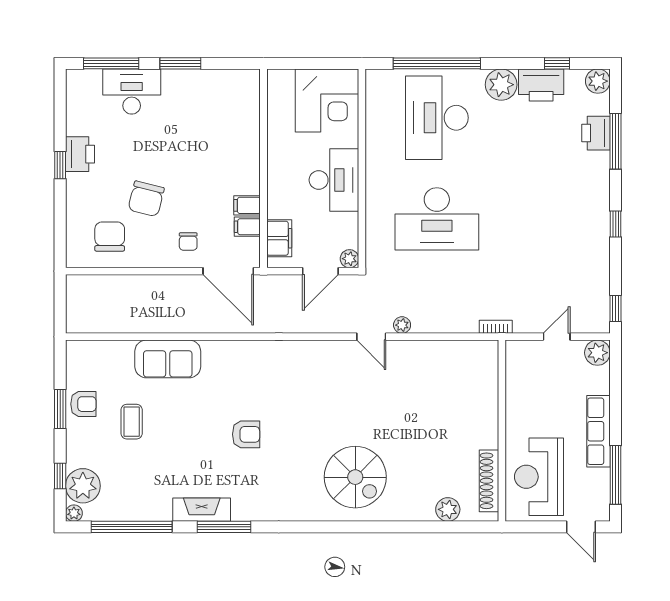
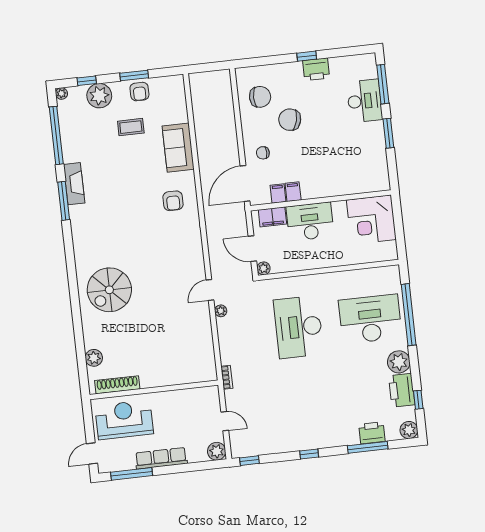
corner desk: (327, 100) -> (371, 220), moved
desk: (334, 180) -> (310, 222), moved, turned 180
armchair: (246, 434) -> (173, 201), moved
plant: (83, 486) -> (99, 96), moved

